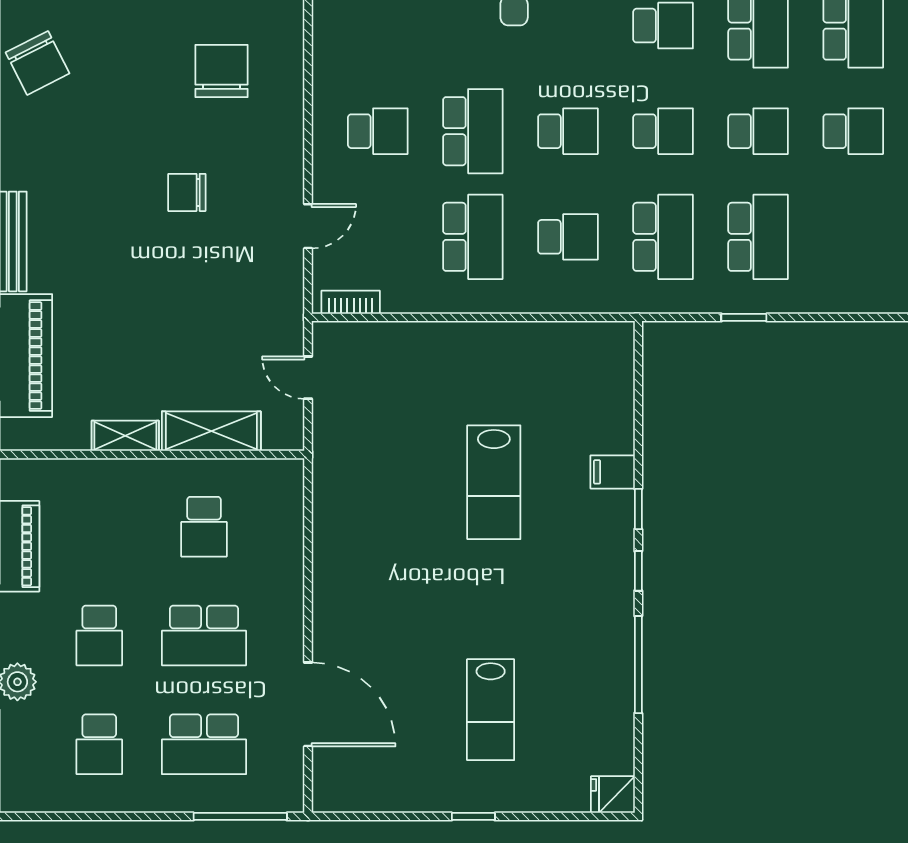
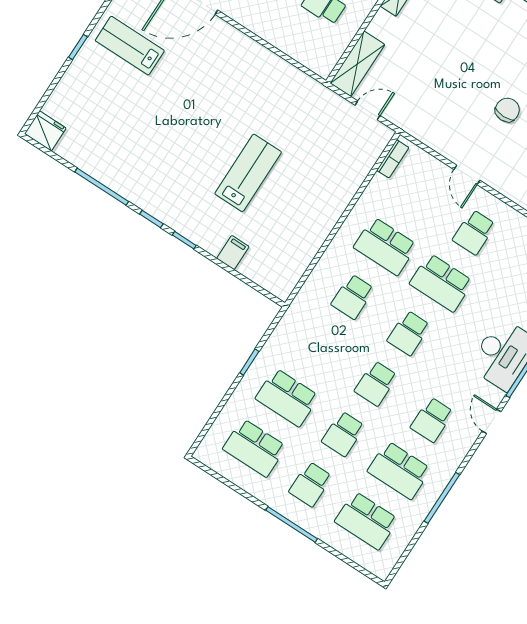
door: (308, 226) -> (467, 175), moved
school desk: (663, 237) -> (254, 448), moved
shelving: (211, 431) -> (357, 64), moved
filing cabinet: (613, 472) -> (233, 252), moved
lab bench: (494, 482) -> (248, 173), turned 90
lab bench: (491, 710) -> (130, 46), moved
fridge: (613, 795) -> (45, 131), width x1.38

